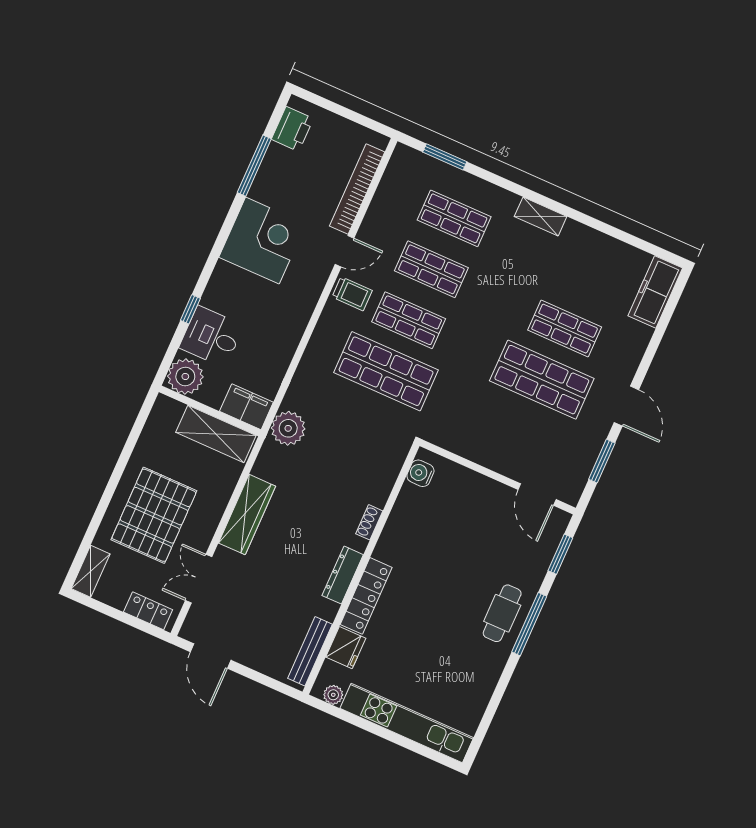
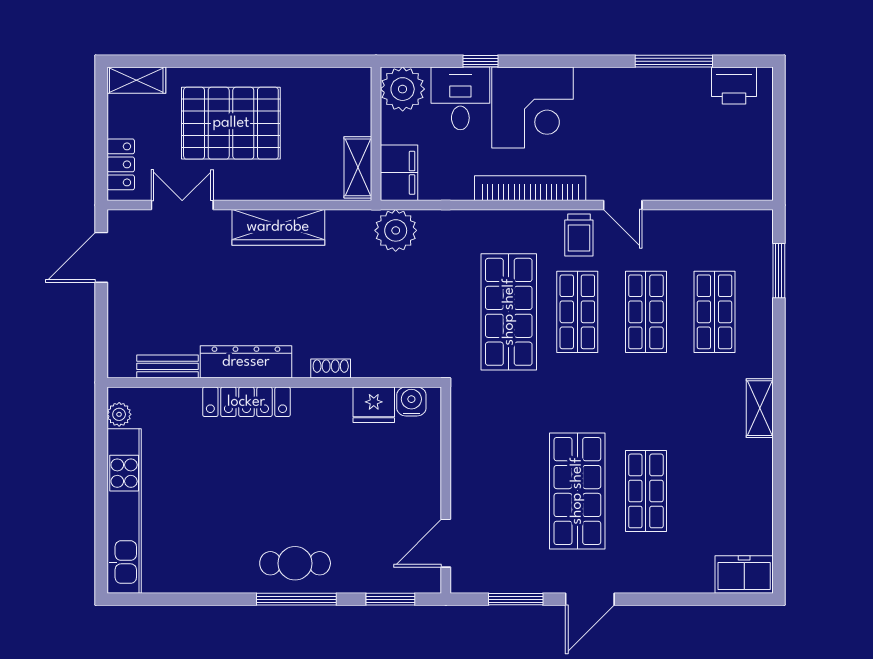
bookcase: (357, 189) -> (530, 188), moved
corner desk: (262, 241) -> (532, 108), moved
freezer: (655, 292) -> (744, 575), width x0.71
shelving: (216, 434) -> (358, 167), width x0.67, depth x0.75
dresser: (343, 575) -> (246, 362), width x1.37, depth x1.24
fridge: (346, 648) -> (374, 405), moved
bench: (310, 651) -> (167, 366), width x0.73

